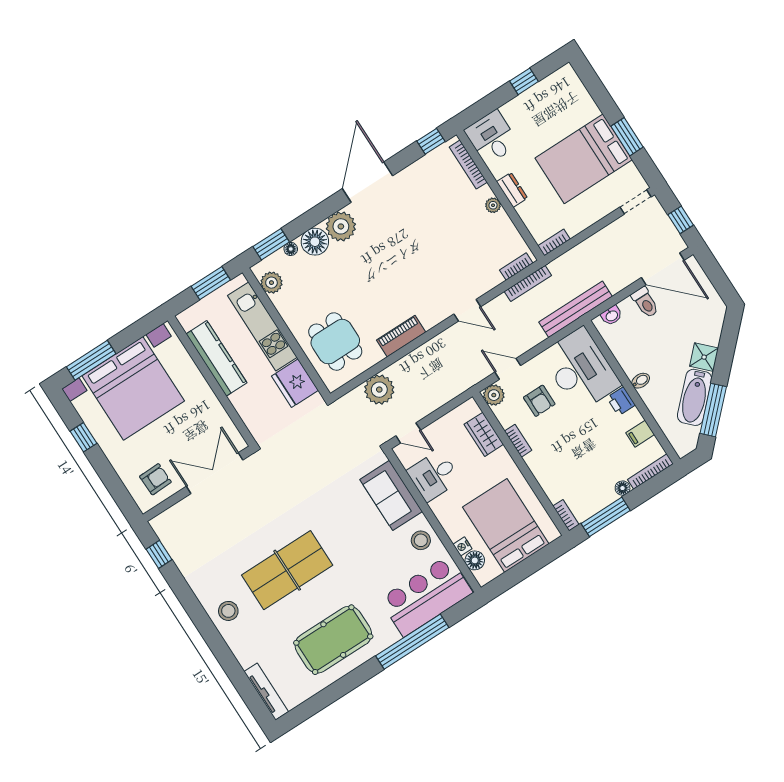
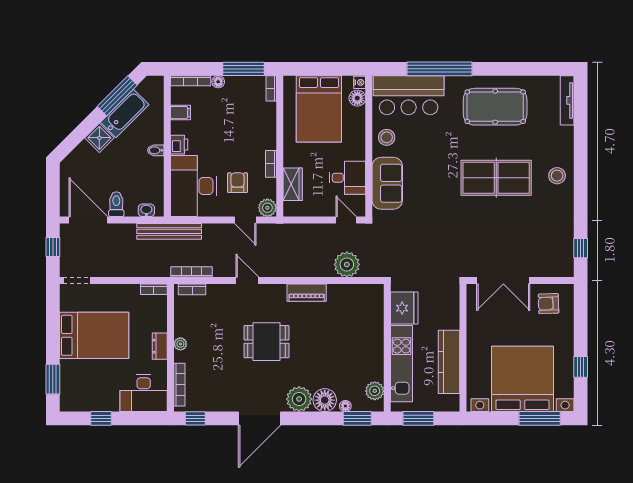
desk: (492, 137) -> (144, 393), width x1.37
window: (627, 137) -> (53, 379), moved
dining table: (335, 342) -> (266, 342), moved, turned 90
nightstand: (462, 546) -> (360, 82), moved

